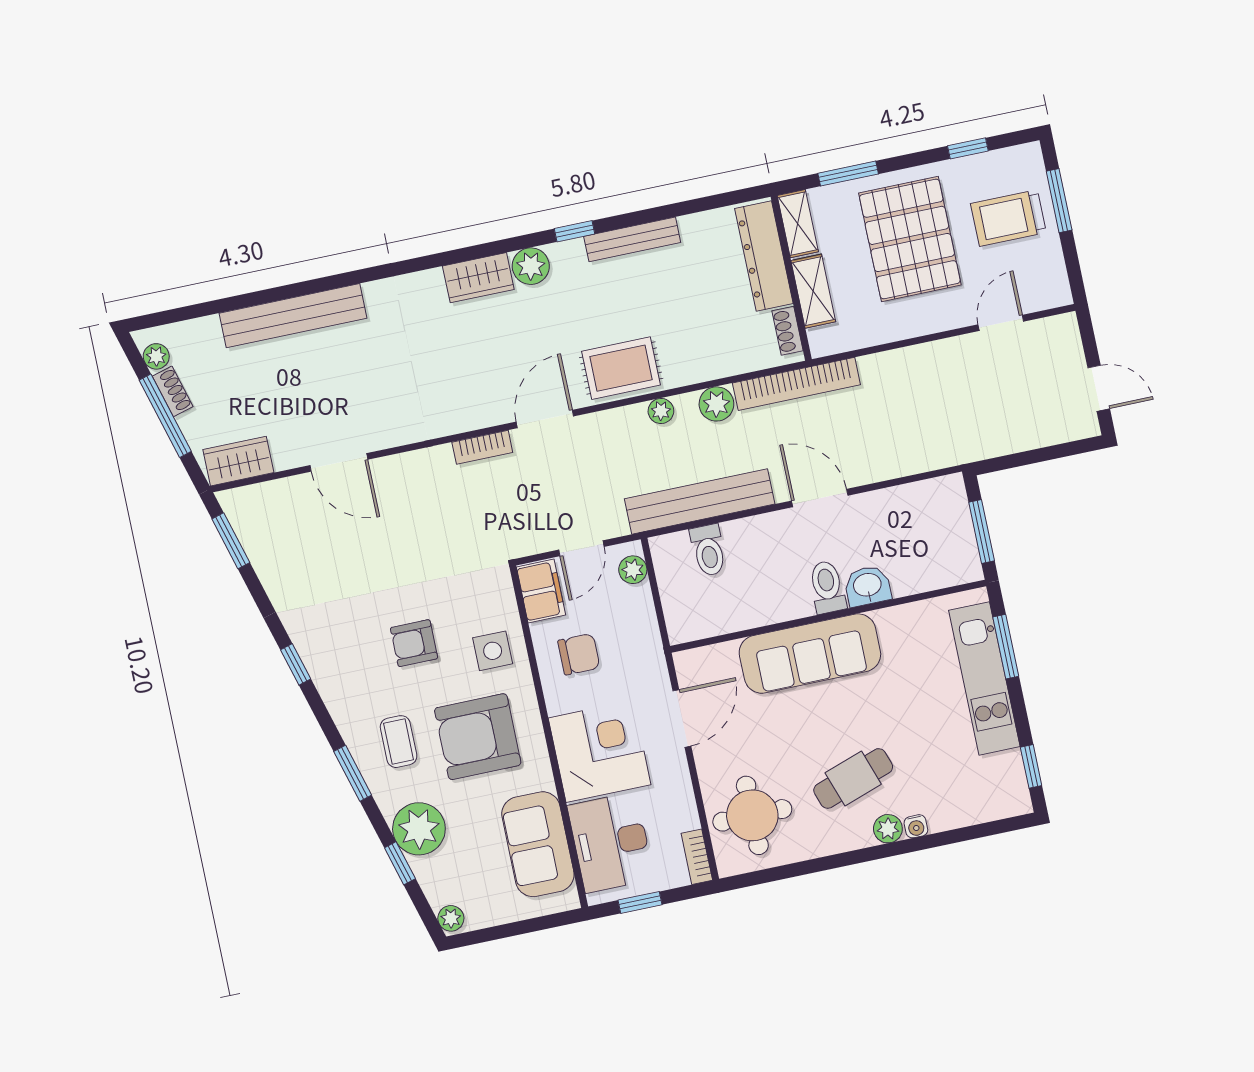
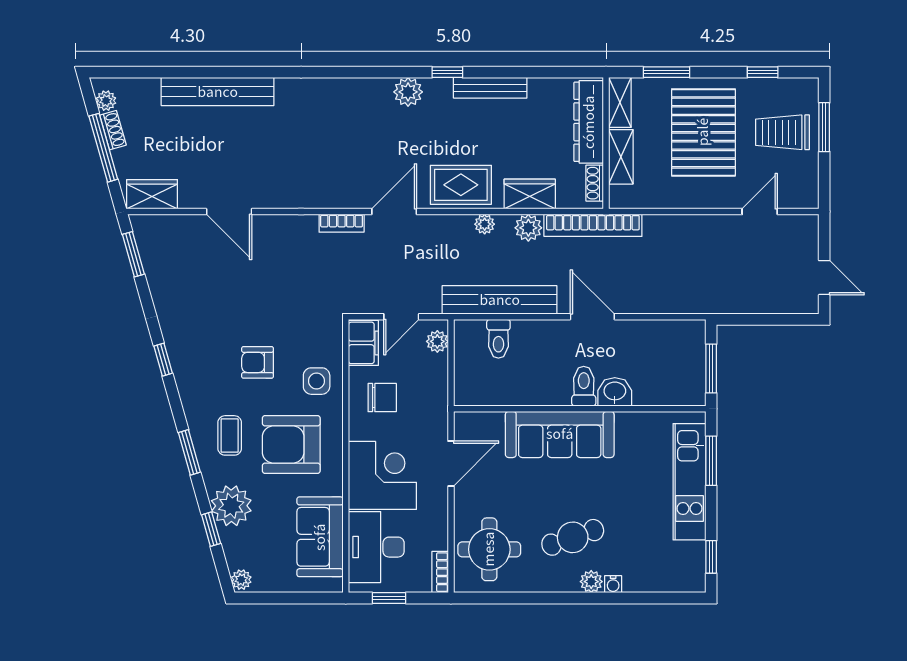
wardrobe: (478, 278) -> (530, 194), moved, turned 180

